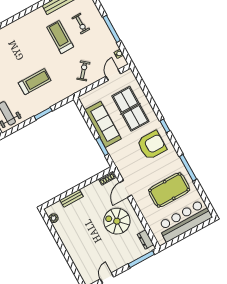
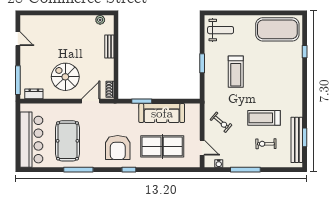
treadmill: (60, 37) -> (264, 118), turned 180
door: (125, 189) -> (91, 101), hinge flipped
spiral stairs: (117, 221) -> (65, 77), turned -90

